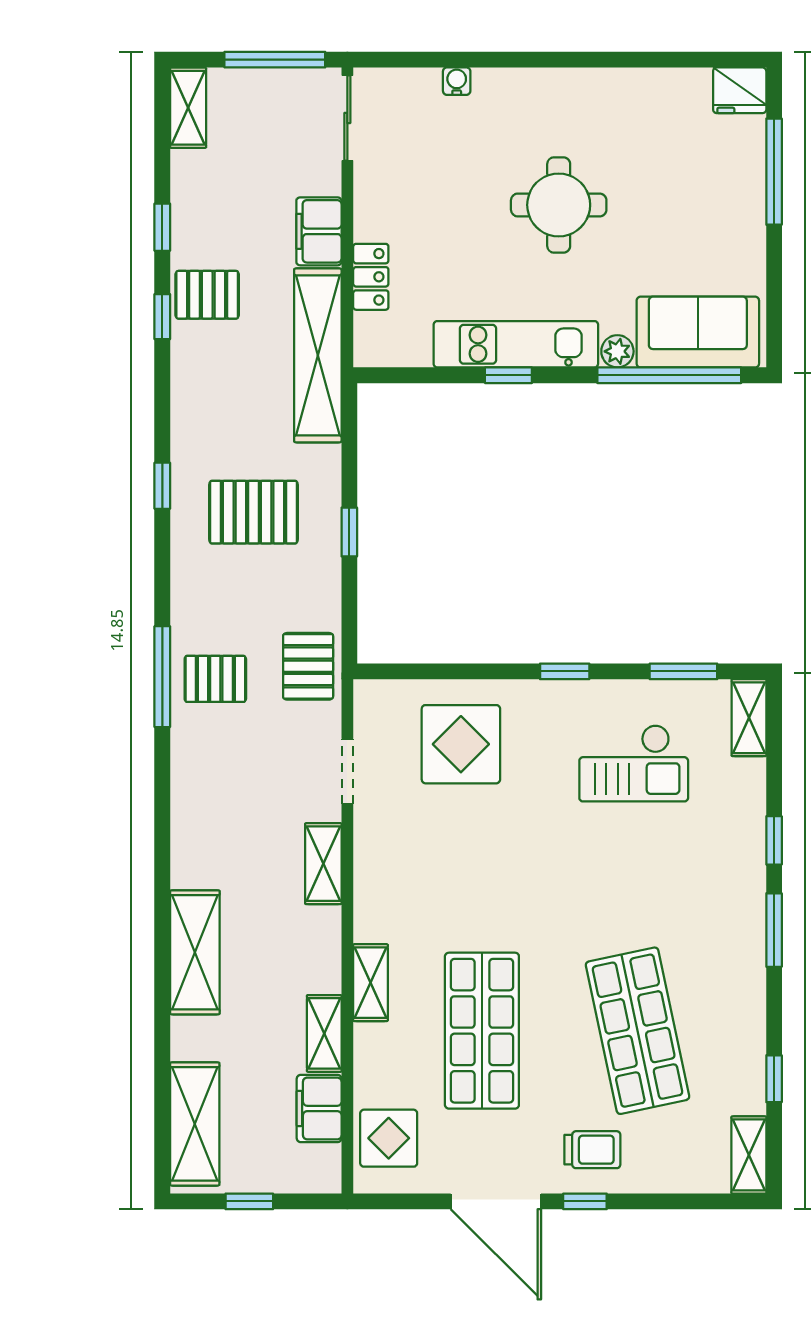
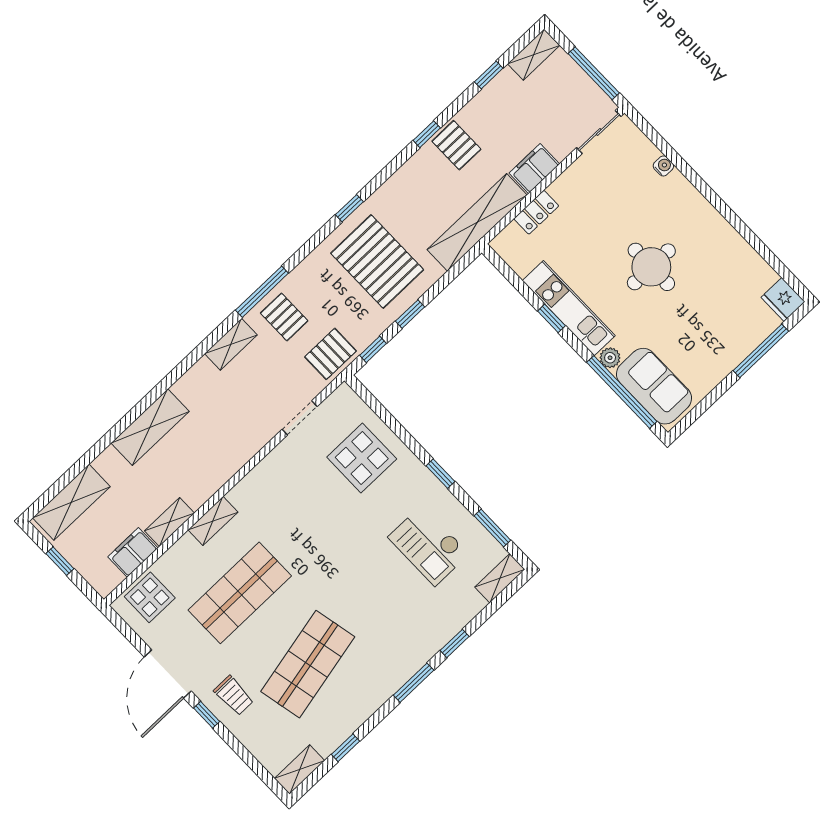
window: (162, 227) -> (489, 75), moved
pallet: (254, 512) -> (377, 262), width x1.37, depth x1.41
window: (349, 613) -> (373, 349), added
shelving: (323, 864) -> (231, 344), moved

